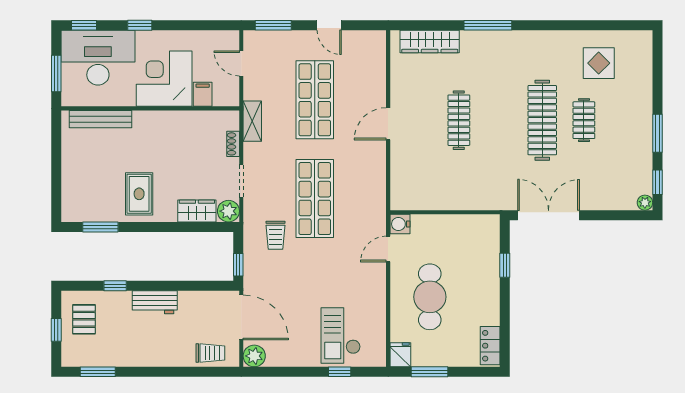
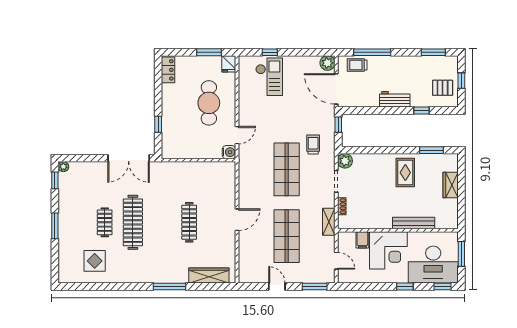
bench: (100, 119) -> (414, 223), moved
window: (657, 133) -> (55, 226), moved
wardrobe: (197, 211) -> (451, 185), moved, turned 90
pallet: (84, 319) -> (443, 88), turned 90
window: (188, 372) -> (372, 52), added

